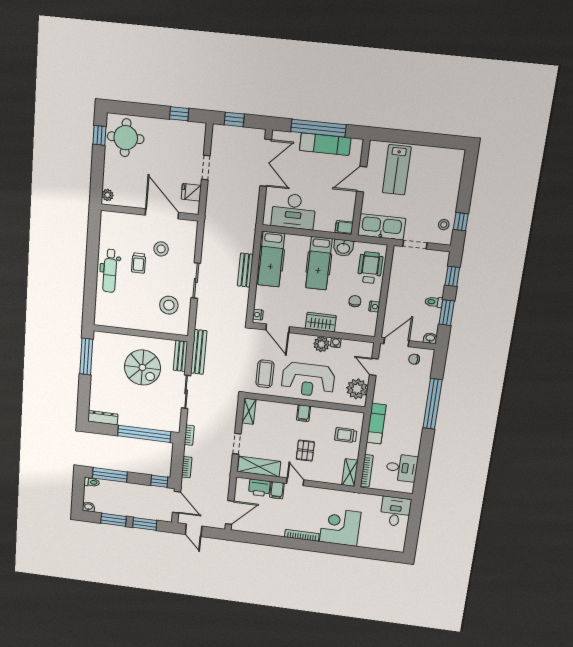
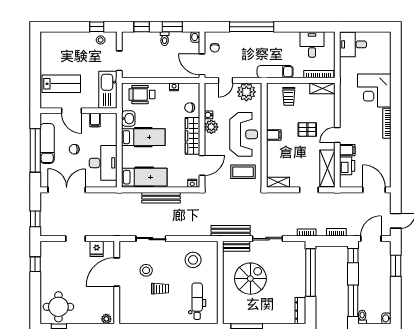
chair: (314, 177) -> (74, 149), added
filing cabinet: (344, 227) -> (95, 120), moved
bench: (245, 270) -> (161, 198), width x1.36
dental chair: (110, 271) -> (197, 301), moved, turned -90
sliding door: (196, 280) -> (151, 239), moved
chair: (355, 301) -> (190, 108), moved
wardrobe: (321, 322) -> (192, 136), width x1.50
window: (114, 520) -> (396, 295), removed

